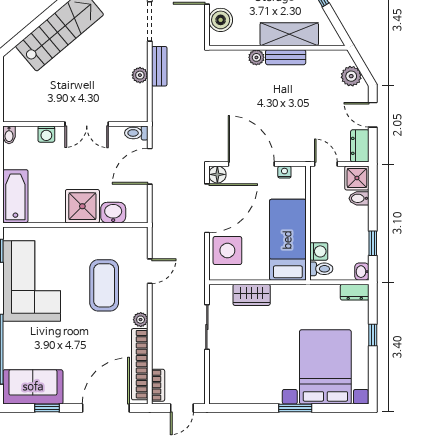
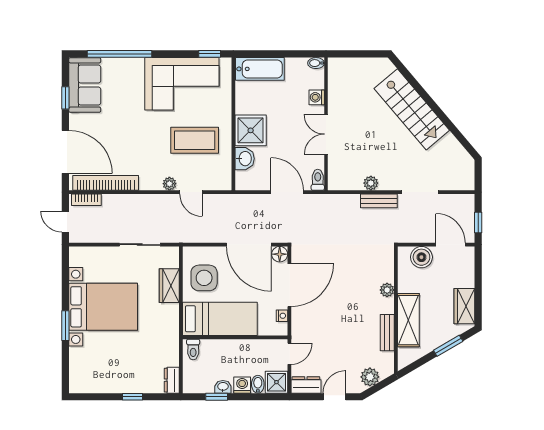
bench: (286, 57) -> (387, 333), moved
side table: (227, 251) -> (204, 278), moved
washing machine: (319, 251) -> (242, 385), moved, turned 180
washbasin: (362, 272) -> (223, 387), moved
coffee table: (104, 285) -> (195, 140), moved
plant: (141, 320) -> (169, 184), moved
bed with nightstands: (325, 367) -> (103, 307), moved

